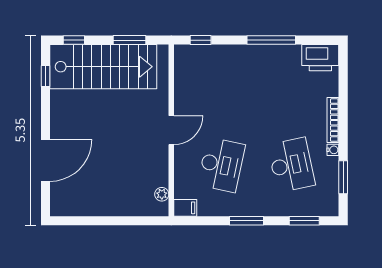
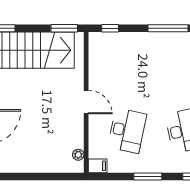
window: (129, 40) -> (64, 28), moved
door: (171, 130) -> (86, 102), hinge flipped

